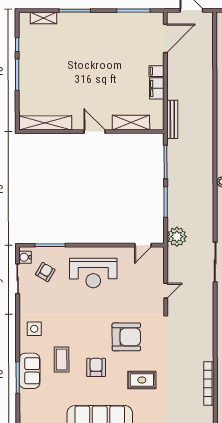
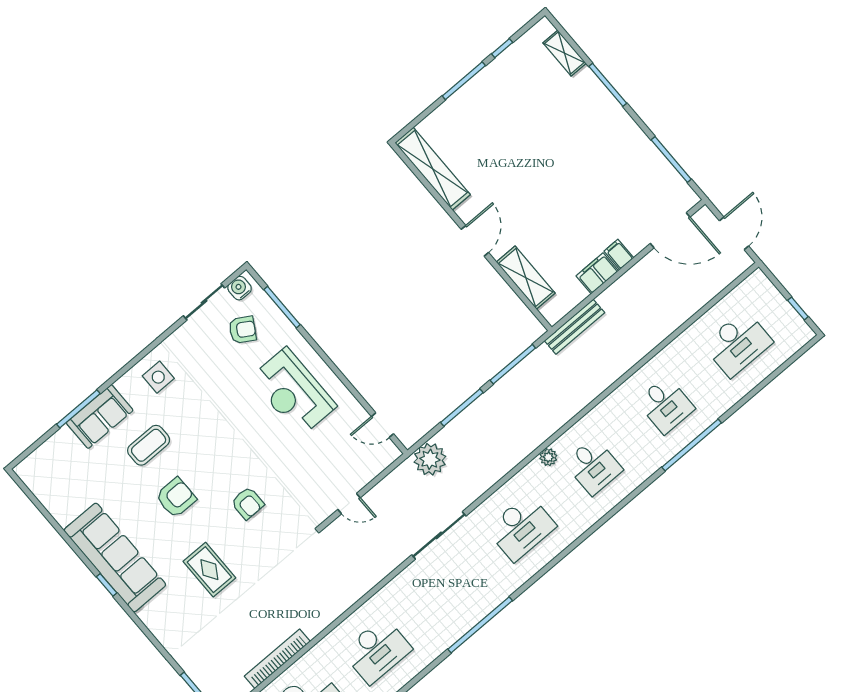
armchair: (126, 337) -> (248, 503), width x0.53, depth x0.53

